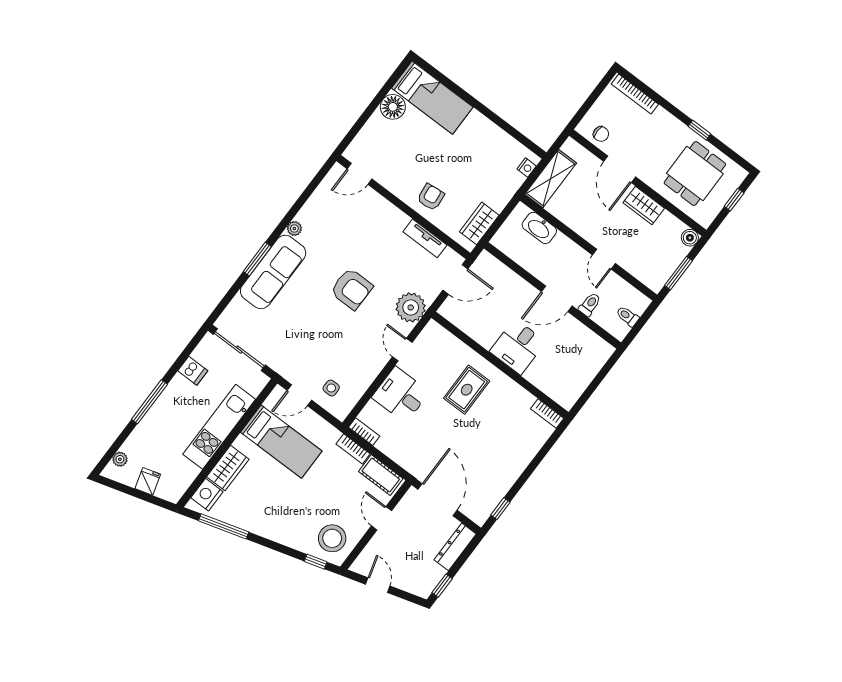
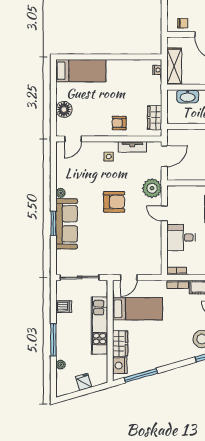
floor lamp: (393, 107) -> (64, 110), moved
armchair: (431, 197) -> (119, 123), turned -84
side table: (331, 388) -> (109, 157), moved
plant: (120, 459) -> (61, 365), moved

